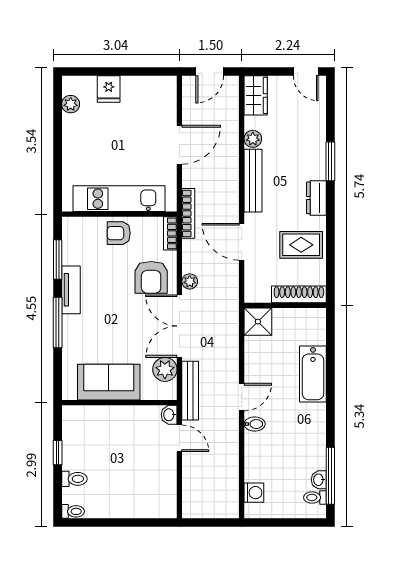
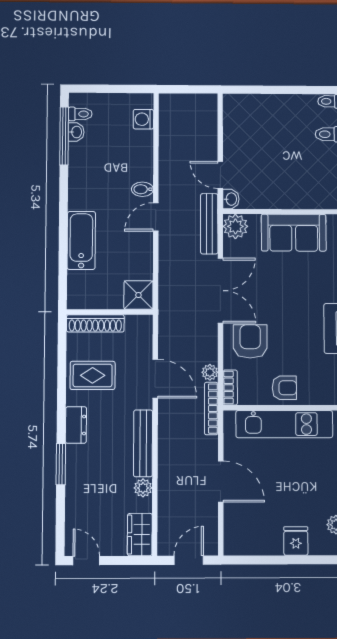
door: (179, 145) -> (221, 482), swing flipped
plant: (190, 281) -> (210, 372), moved
plant: (165, 369) -> (235, 226), moved

